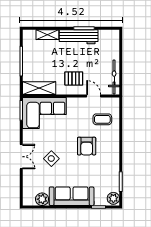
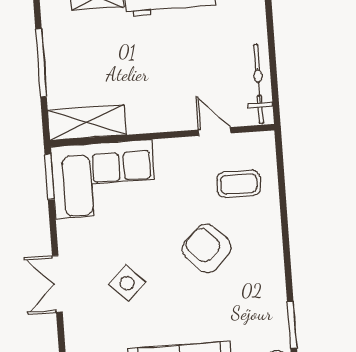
pallet: (74, 78) -> (166, 94), removed
armchair: (87, 146) -> (207, 248), turned 135
double door: (21, 157) -> (57, 284), swing flipped

